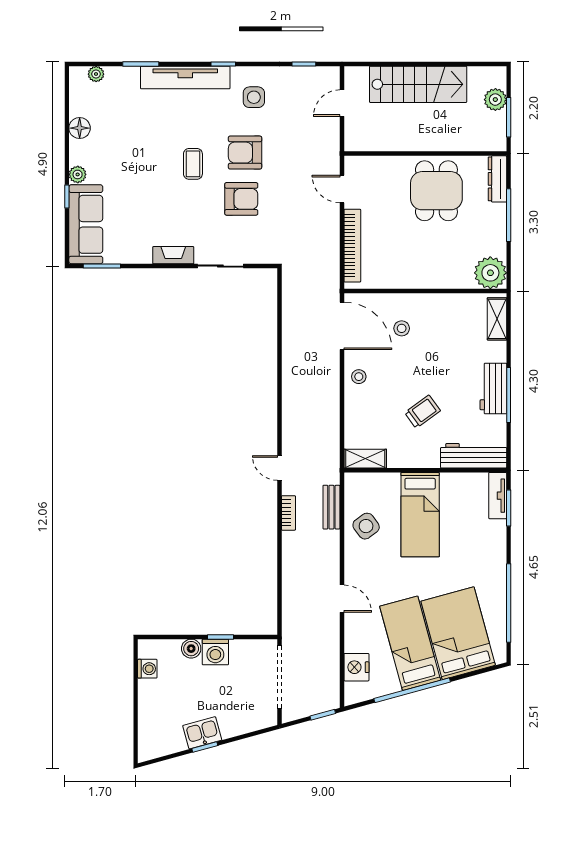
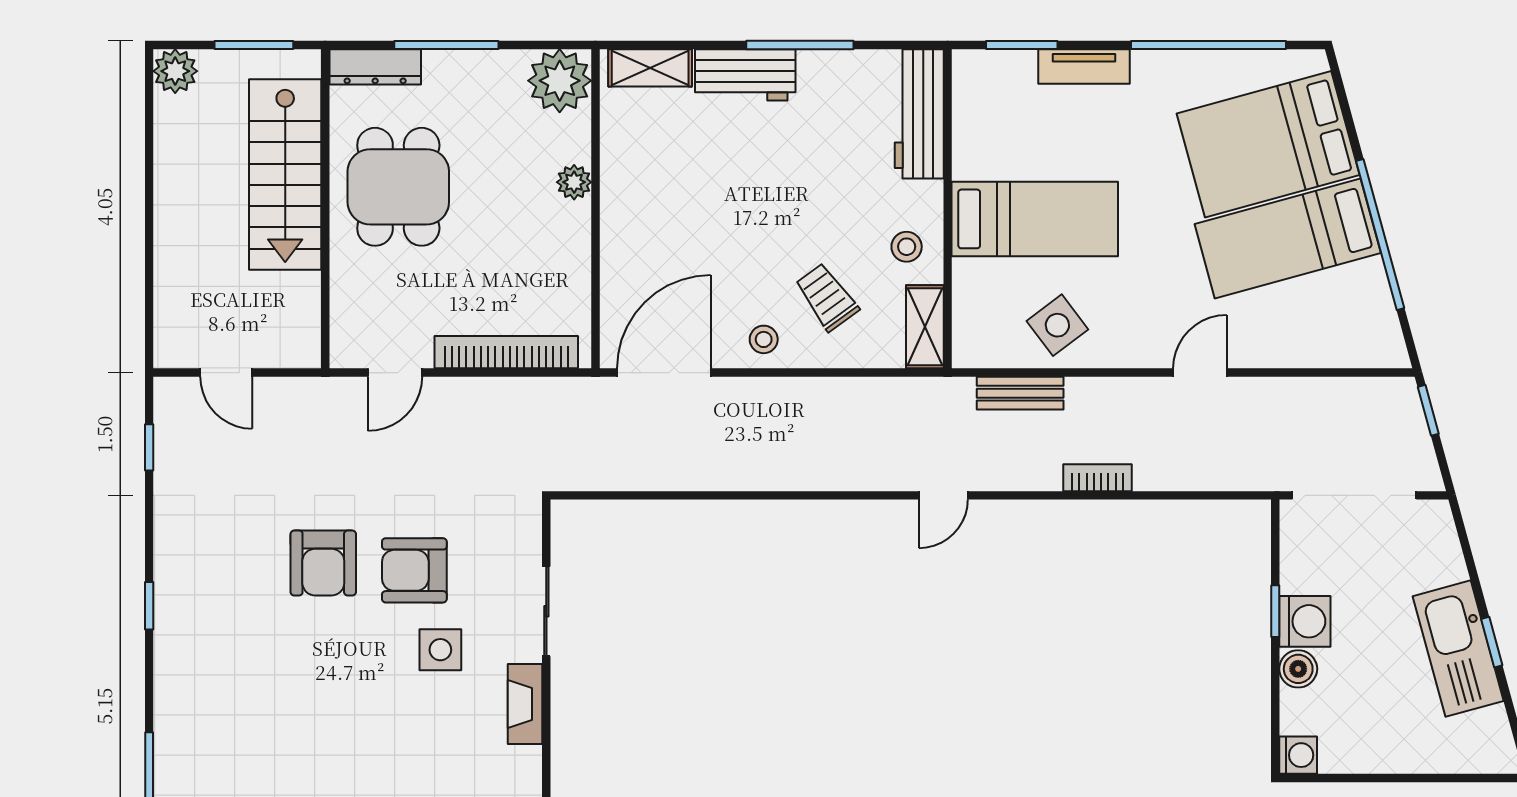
tv unit: (185, 77) -> (176, 680), removed
stairs: (418, 84) -> (285, 175), moved, turned 180
side table: (254, 97) -> (440, 650), moved
plant: (495, 100) -> (175, 71), moved
coffee table: (193, 164) -> (346, 665), removed
dining table: (436, 191) -> (398, 187), turned 90
armchair: (241, 199) -> (414, 570), turned -90
plant: (439, 280) -> (574, 182), added
stool: (402, 328) -> (907, 247), moved
workbench: (493, 388) -> (745, 75), moved
trolley: (423, 412) -> (827, 297), moved
tv unit: (498, 496) -> (1084, 66), moved
bookcase: (288, 513) -> (1097, 478), moved
nightstand: (356, 667) -> (1335, 344), removed
washing machine: (147, 669) -> (1298, 755), moved, turned 90
kitchen sink: (202, 733) -> (1458, 649), width x1.87, depth x1.24

